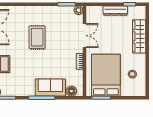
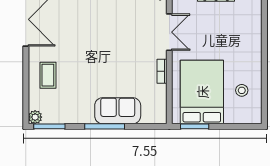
wardrobe: (139, 36) -> (252, 33), removed
rug: (37, 37) -> (97, 35), removed
floor lamp: (71, 91) -> (150, 116), removed

